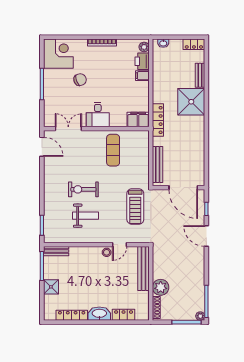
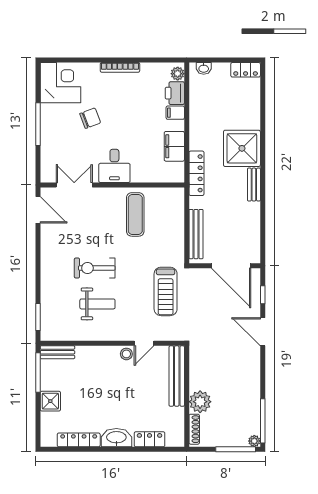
bench: (200, 75) -> (254, 185), moved
filing cabinet: (138, 120) -> (174, 146), moved, turned -90

